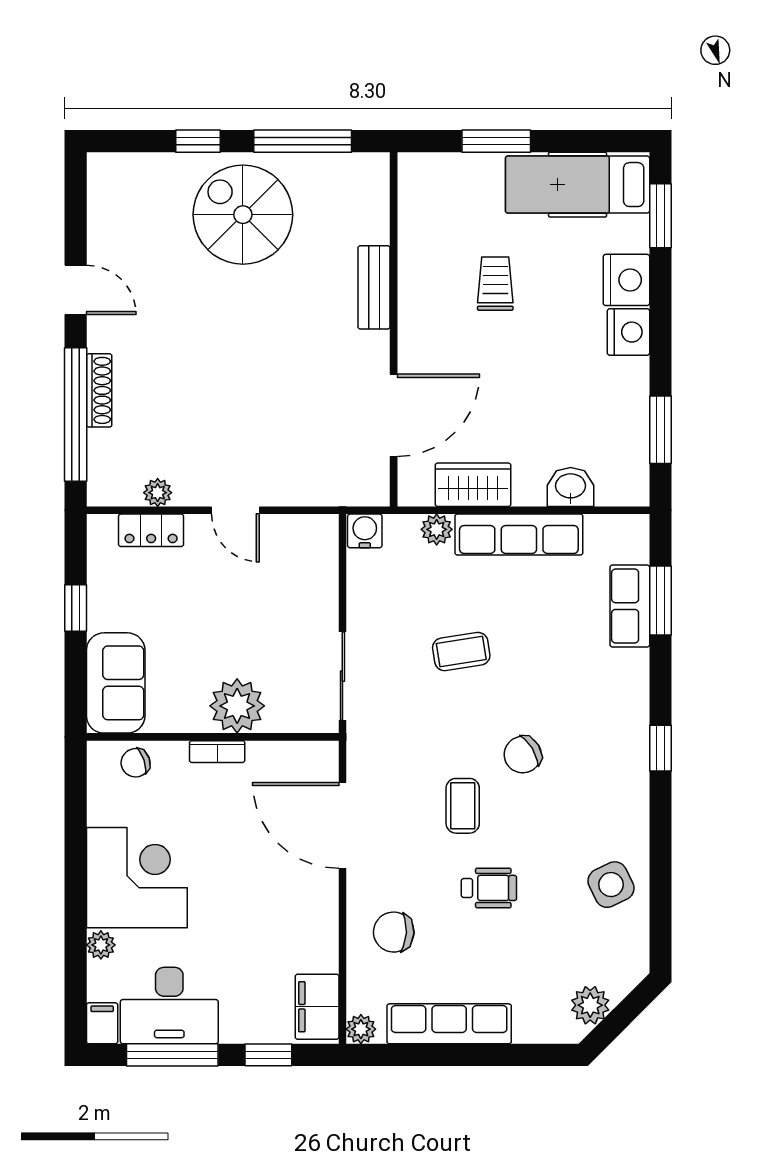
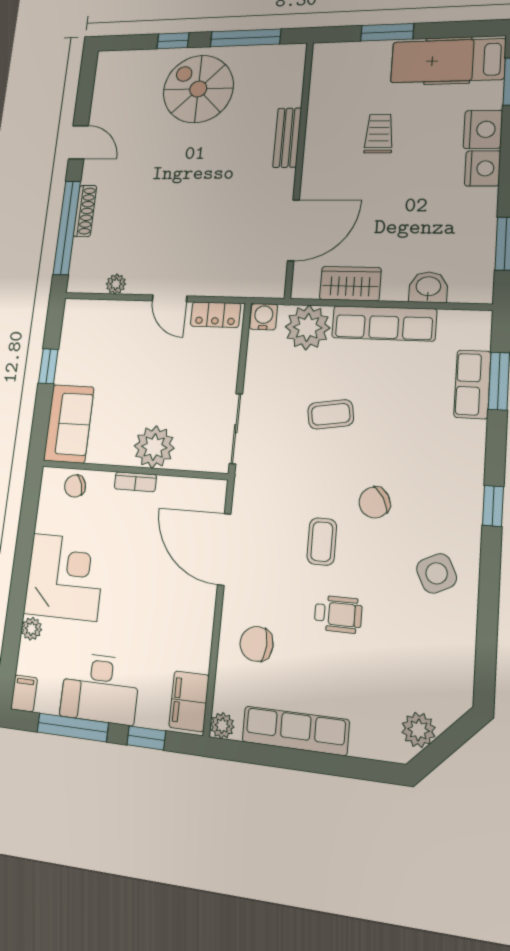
plant: (437, 529) -> (308, 327), width x1.88, depth x1.88
locker: (151, 530) -> (216, 315), moved
side table: (611, 885) -> (437, 573), moved
desk: (169, 1006) -> (100, 688), moved

